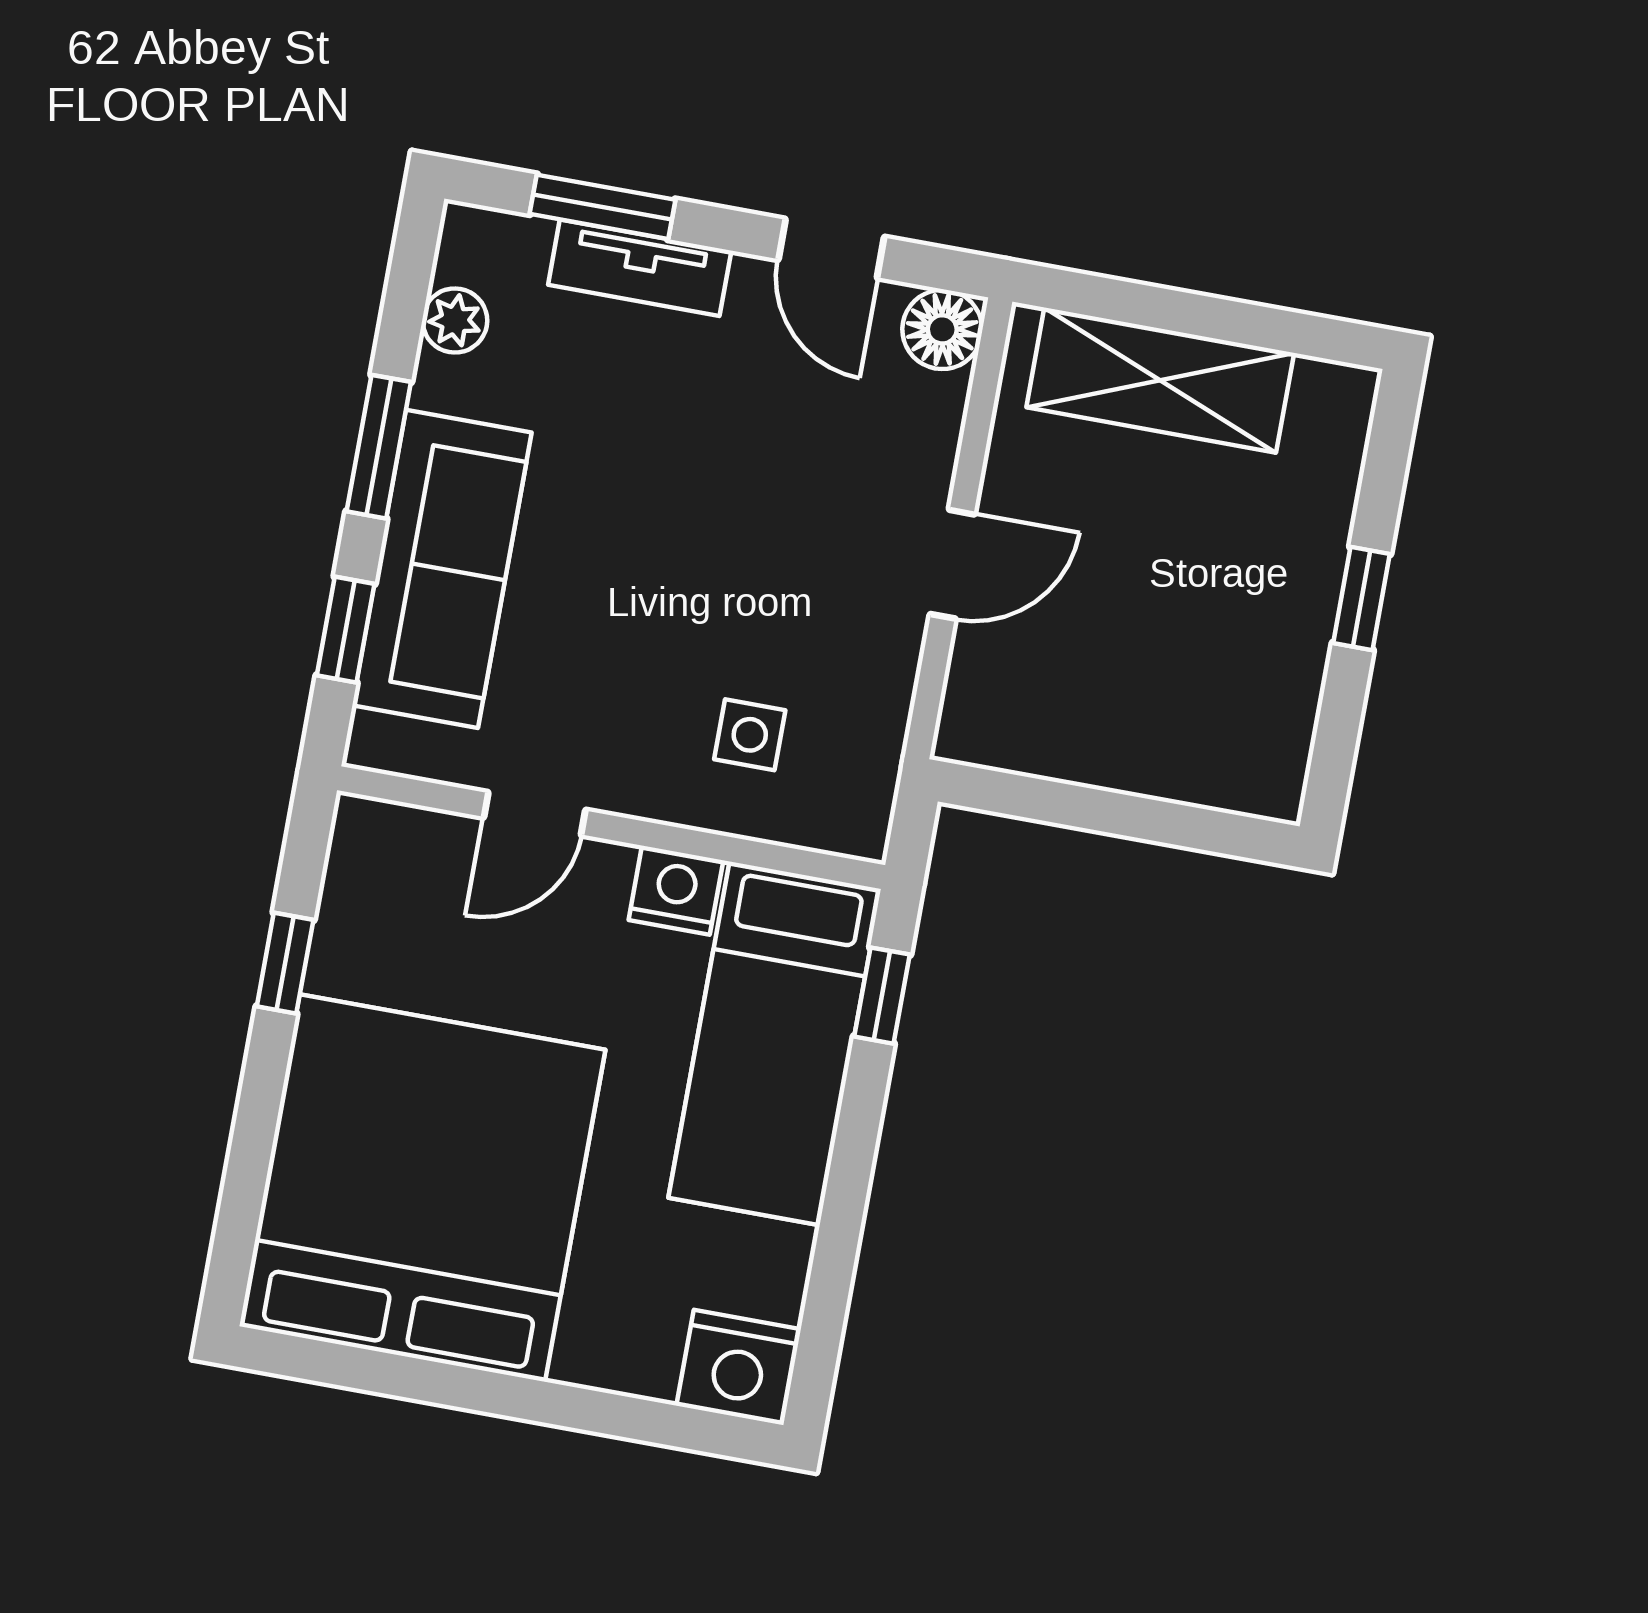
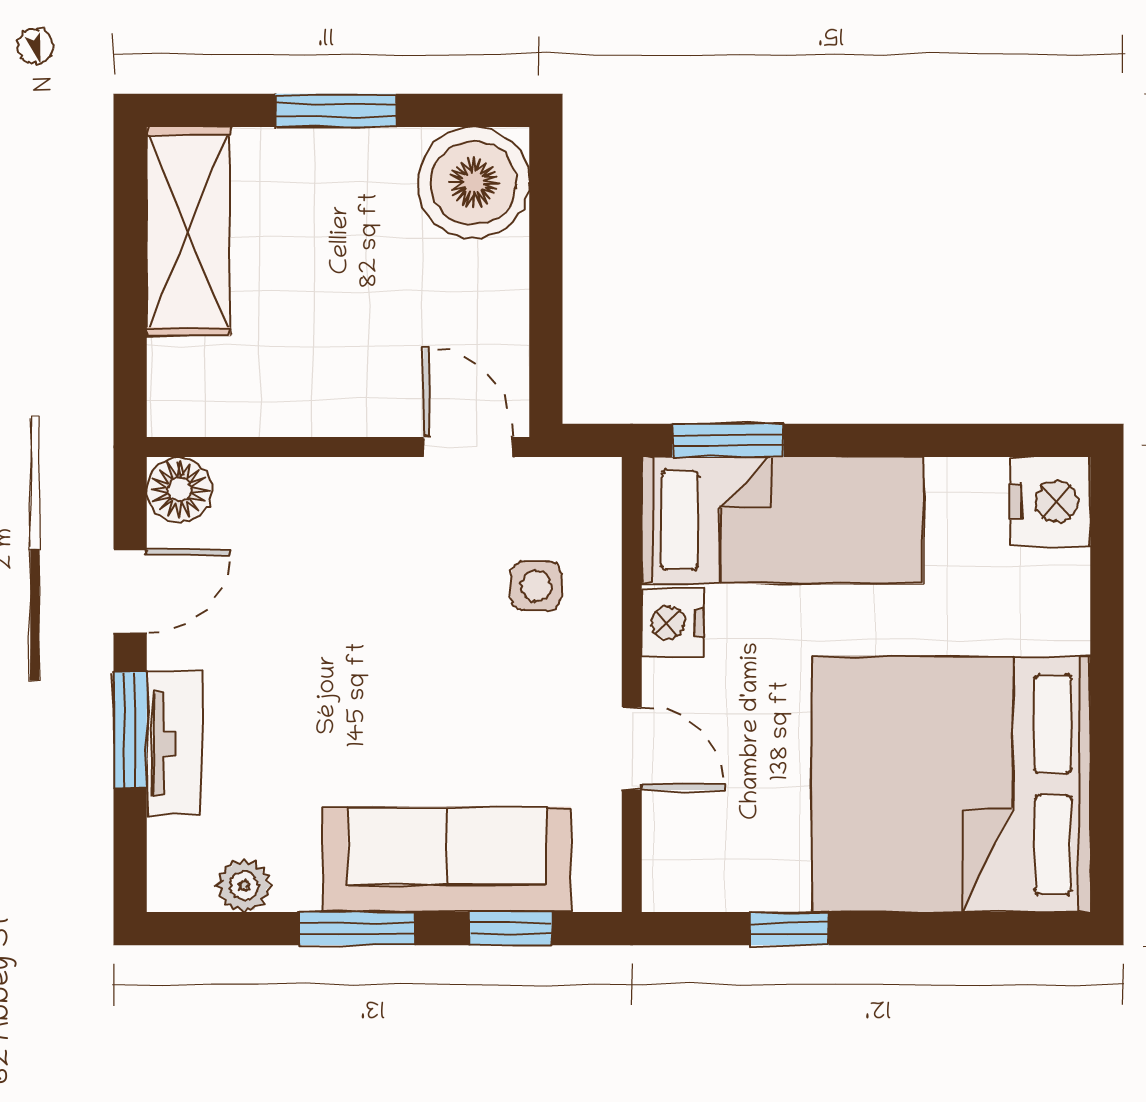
window: (602, 207) -> (130, 730), moved
shelving: (1160, 380) -> (188, 231), moved
door: (952, 564) -> (468, 447), moved
window: (1362, 599) -> (336, 110), width x1.50
boiler: (1245, 748) -> (474, 183), added
window: (882, 996) -> (728, 440), width x1.50

